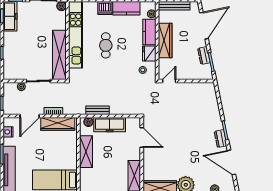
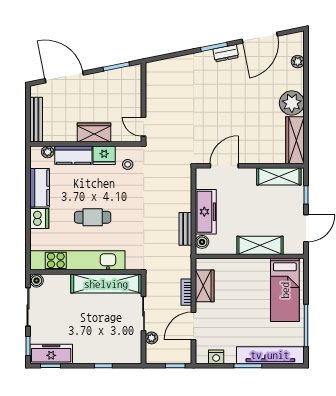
wardrobe: (165, 41) -> (94, 132), width x0.67
dresser: (204, 56) -> (107, 77), removed
door: (30, 116) -> (194, 326), swing flipped
wardrobe: (58, 124) -> (205, 286), width x0.67
shelving: (86, 152) -> (260, 245), moved

